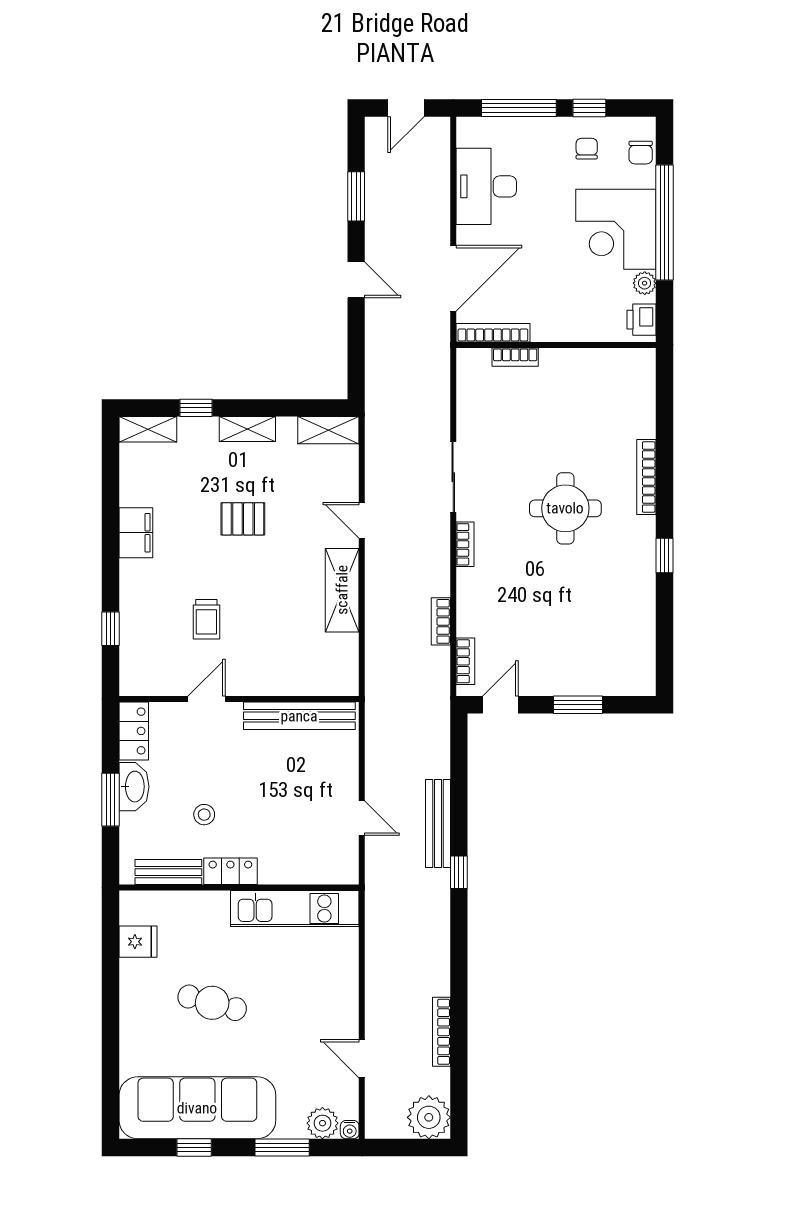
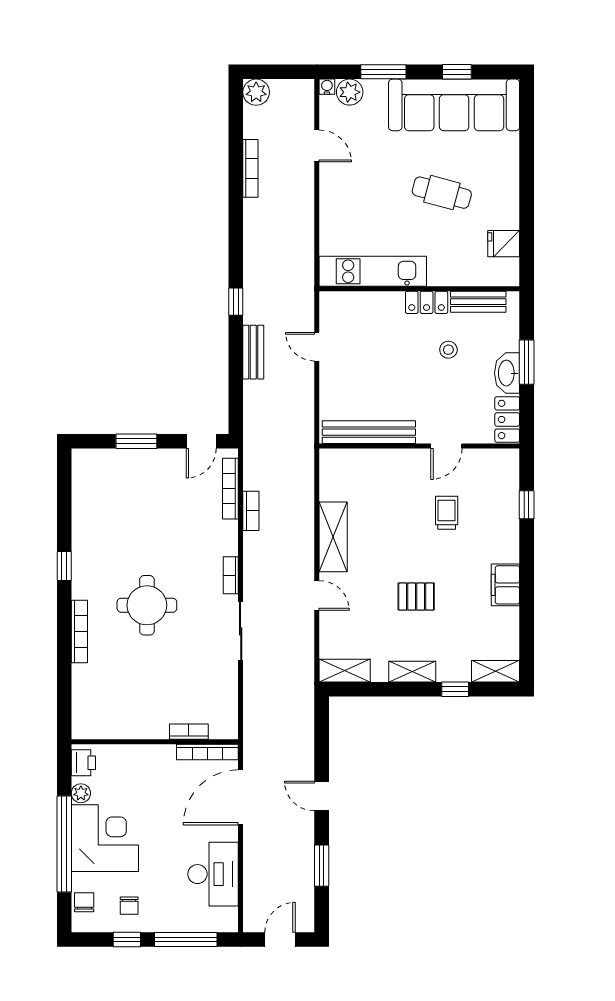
bookcase: (465, 661) -> (230, 489), width x1.56
bench: (438, 823) -> (253, 352), width x0.73
plant: (429, 1117) -> (256, 92), width x0.73, depth x0.73

